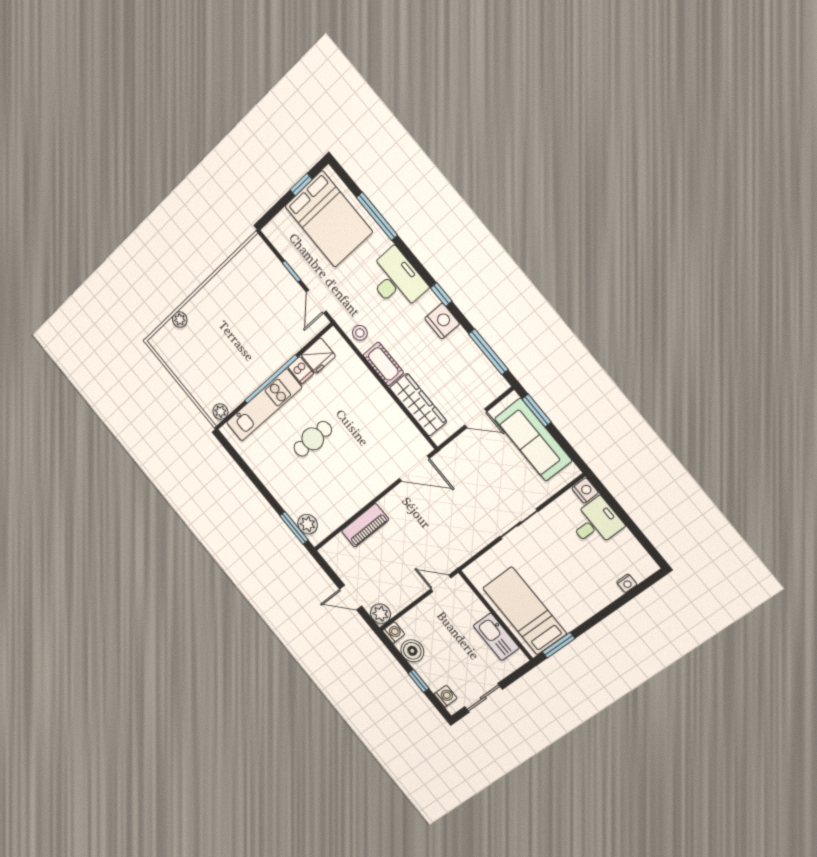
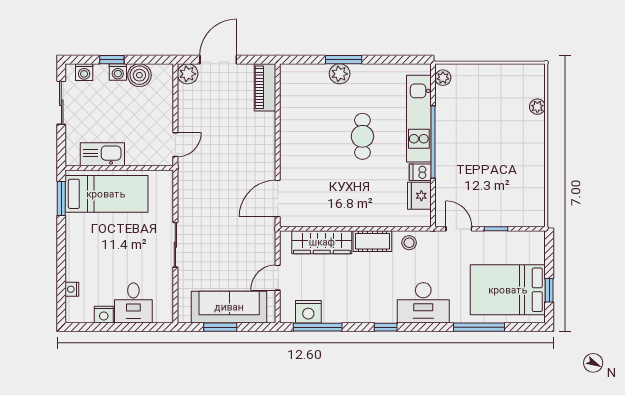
nightstand: (442, 321) -> (308, 312), moved
window: (537, 411) -> (220, 327), moved
nightstand: (585, 491) -> (104, 315), moved
plant: (308, 524) -> (340, 74), moved
piano: (365, 525) -> (265, 87), moved
window: (294, 528) -> (344, 60), moved
door: (351, 598) -> (218, 60), width x1.38
washing machine: (394, 633) -> (118, 72), moved

